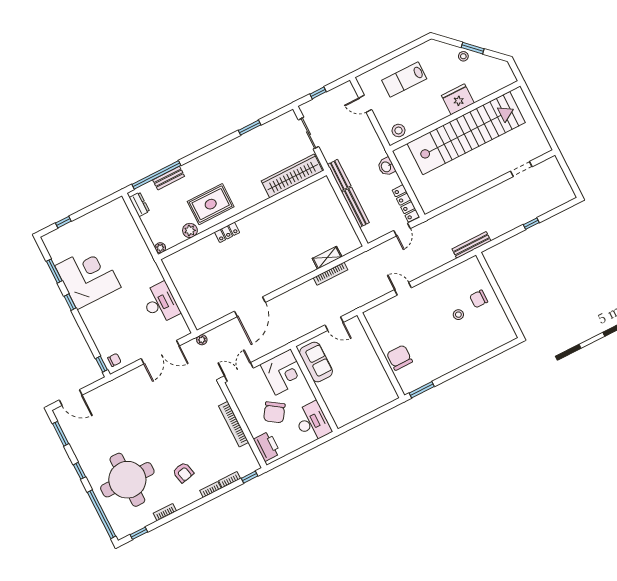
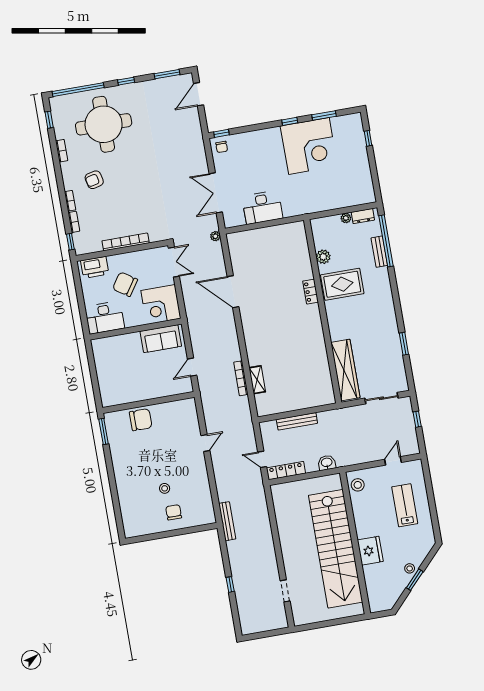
bench: (339, 175) -> (332, 415), removed
rug: (211, 204) -> (342, 284), turned 90
plant: (160, 248) -> (346, 218), moved

